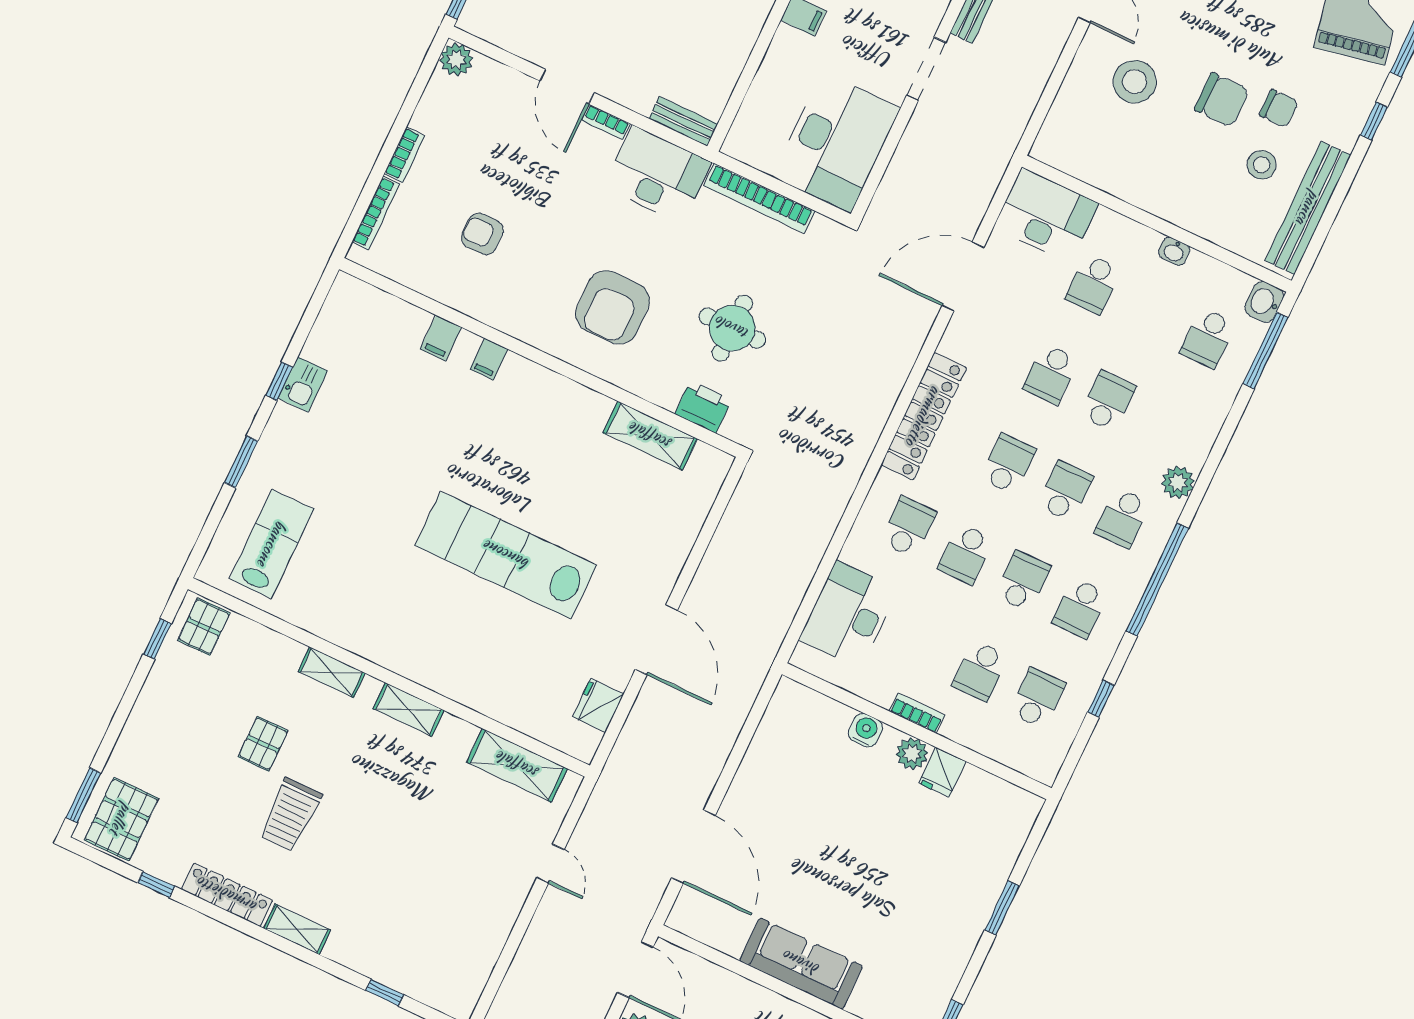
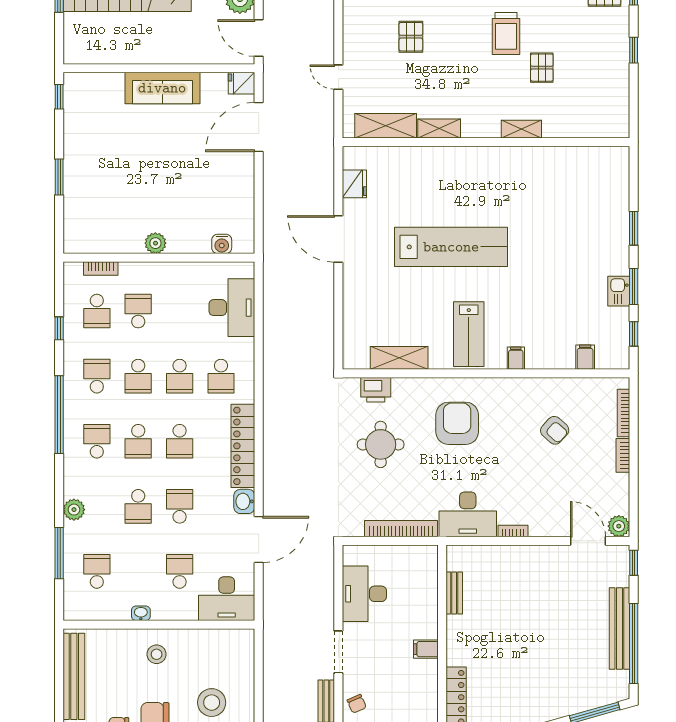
door: (567, 87) -> (588, 541), moved
bench: (683, 121) -> (454, 593), moved, turned 90
desk: (837, 142) -> (364, 594), width x0.73, depth x0.77
stool: (1262, 165) -> (157, 654), moved
armchair: (482, 234) -> (555, 430), turned 42
washbasin: (1264, 302) -> (244, 501), moved, turned 180
window: (310, 316) -> (634, 334), added
filing cabinet: (441, 338) -> (585, 357), moved
window: (1265, 351) -> (59, 553), moved
window: (279, 381) -> (634, 286), width x1.50
plant: (1178, 482) -> (74, 510), moved
lab bench: (272, 544) -> (469, 334), moved
school desk: (966, 554) -> (180, 376), turned 180
pallet: (204, 627) -> (411, 37), moved
window: (157, 639) -> (634, 50), moved
shelving: (408, 709) -> (439, 129), moved
bookcase: (917, 713) -> (101, 269), moved
water cooler: (865, 730) -> (222, 244), moved
fridge: (942, 772) -> (242, 83), moved, turned -90
trolley: (290, 814) -> (506, 33), turned 180
door: (693, 847) -> (259, 127), hinge flipped

